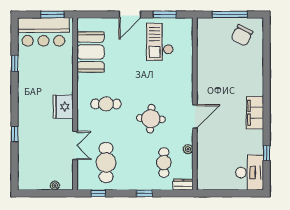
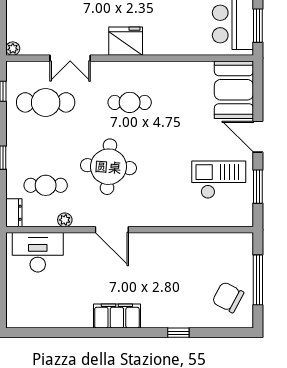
booth: (91, 52) -> (234, 90), moved, turned 90
cafe table: (106, 104) -> (130, 102), turned 90
round table: (151, 119) -> (108, 167), width x1.36, depth x1.36
window: (267, 153) -> (178, 333), moved
desk: (250, 173) -> (38, 252), moved, turned 180
plant: (55, 185) -> (13, 49), moved

